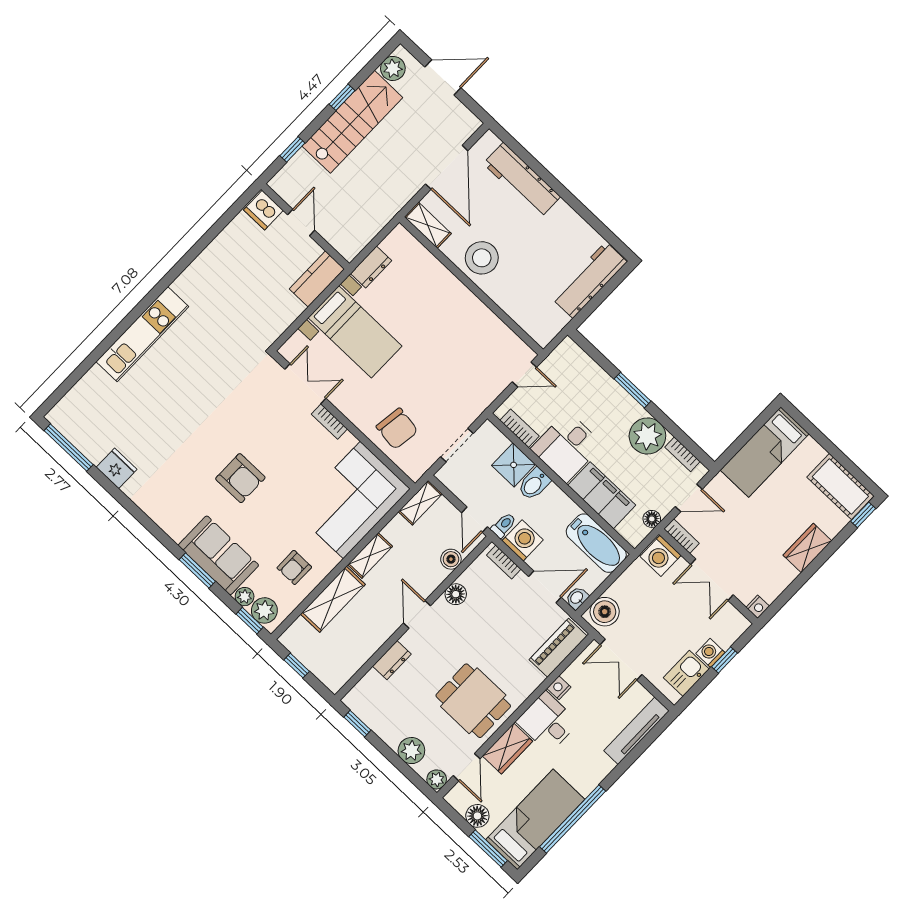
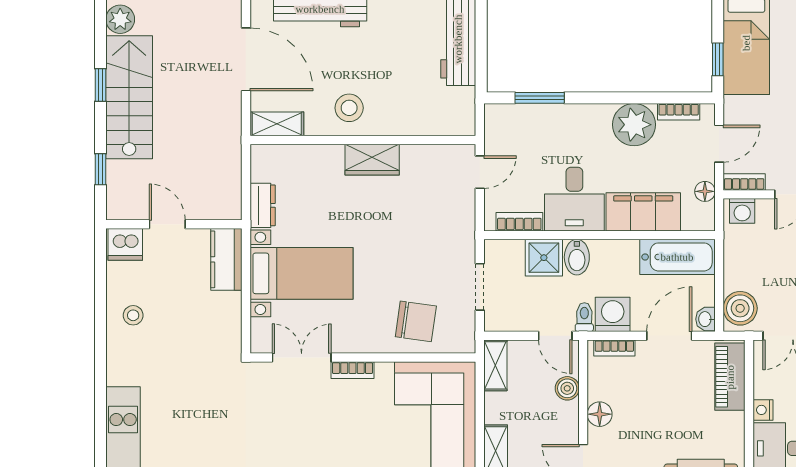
stool: (482, 258) -> (349, 108), width x0.73, depth x0.73
stool: (226, 259) -> (133, 315), added
wardrobe: (465, 303) -> (372, 160), added
window: (632, 390) -> (540, 98), moved
window: (737, 445) -> (718, 59), added
washing machine: (660, 556) -> (742, 211), width x0.73, depth x0.73

